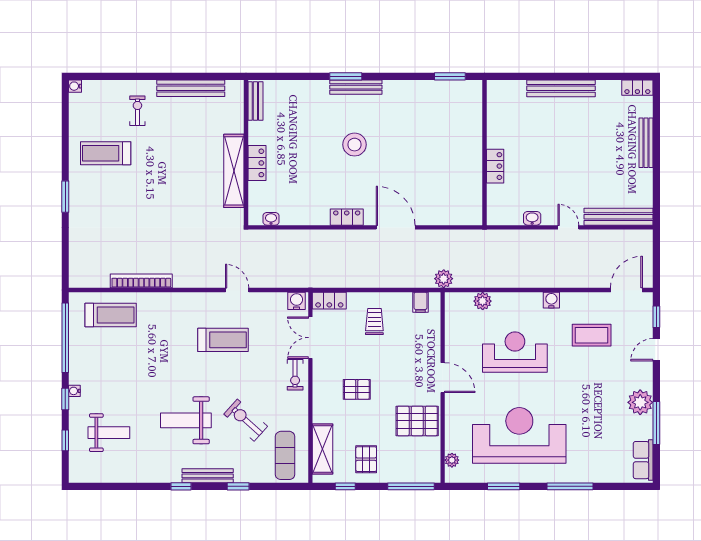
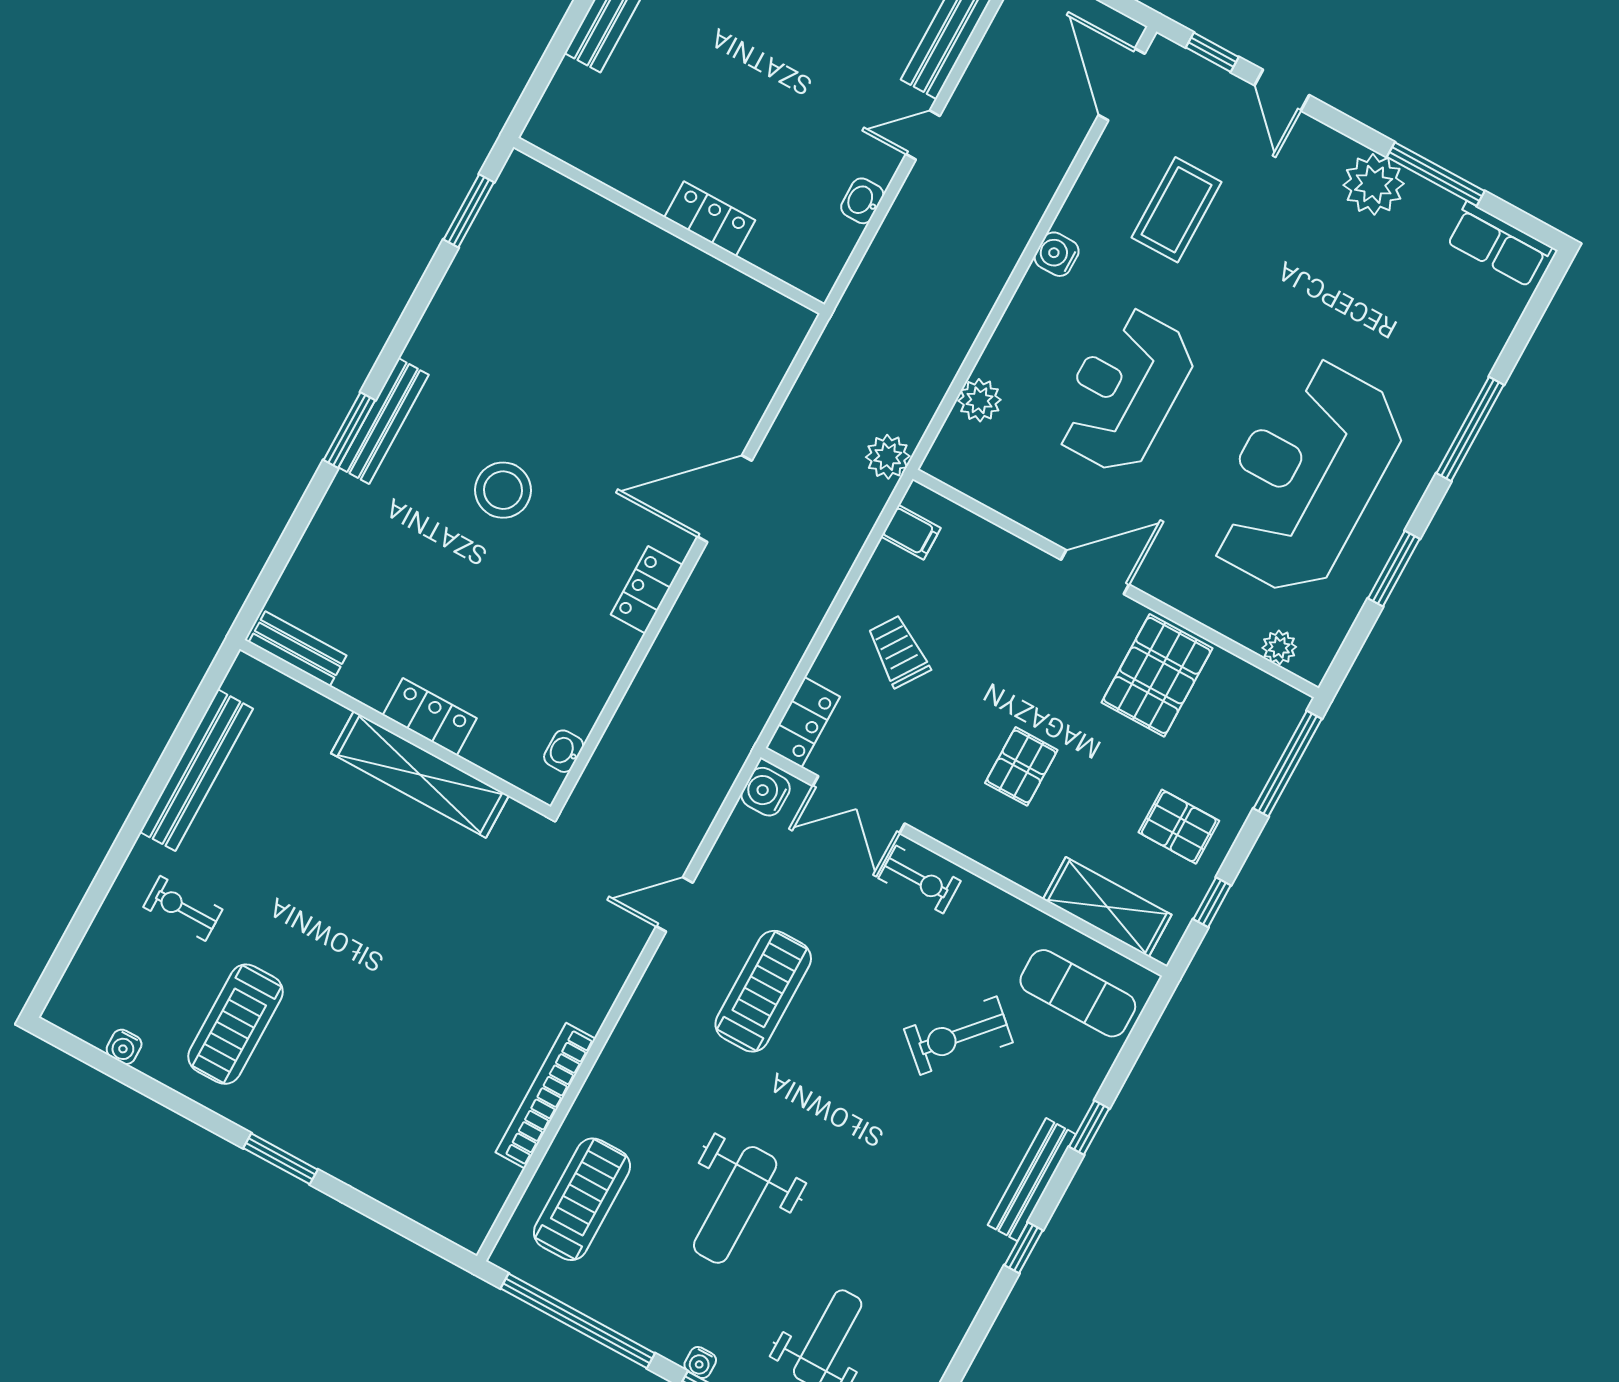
water cooler: (75, 86) -> (124, 1047), moved
trolley: (374, 322) -> (898, 651), turned 34
weight bench: (186, 420) -> (735, 1205), moved

